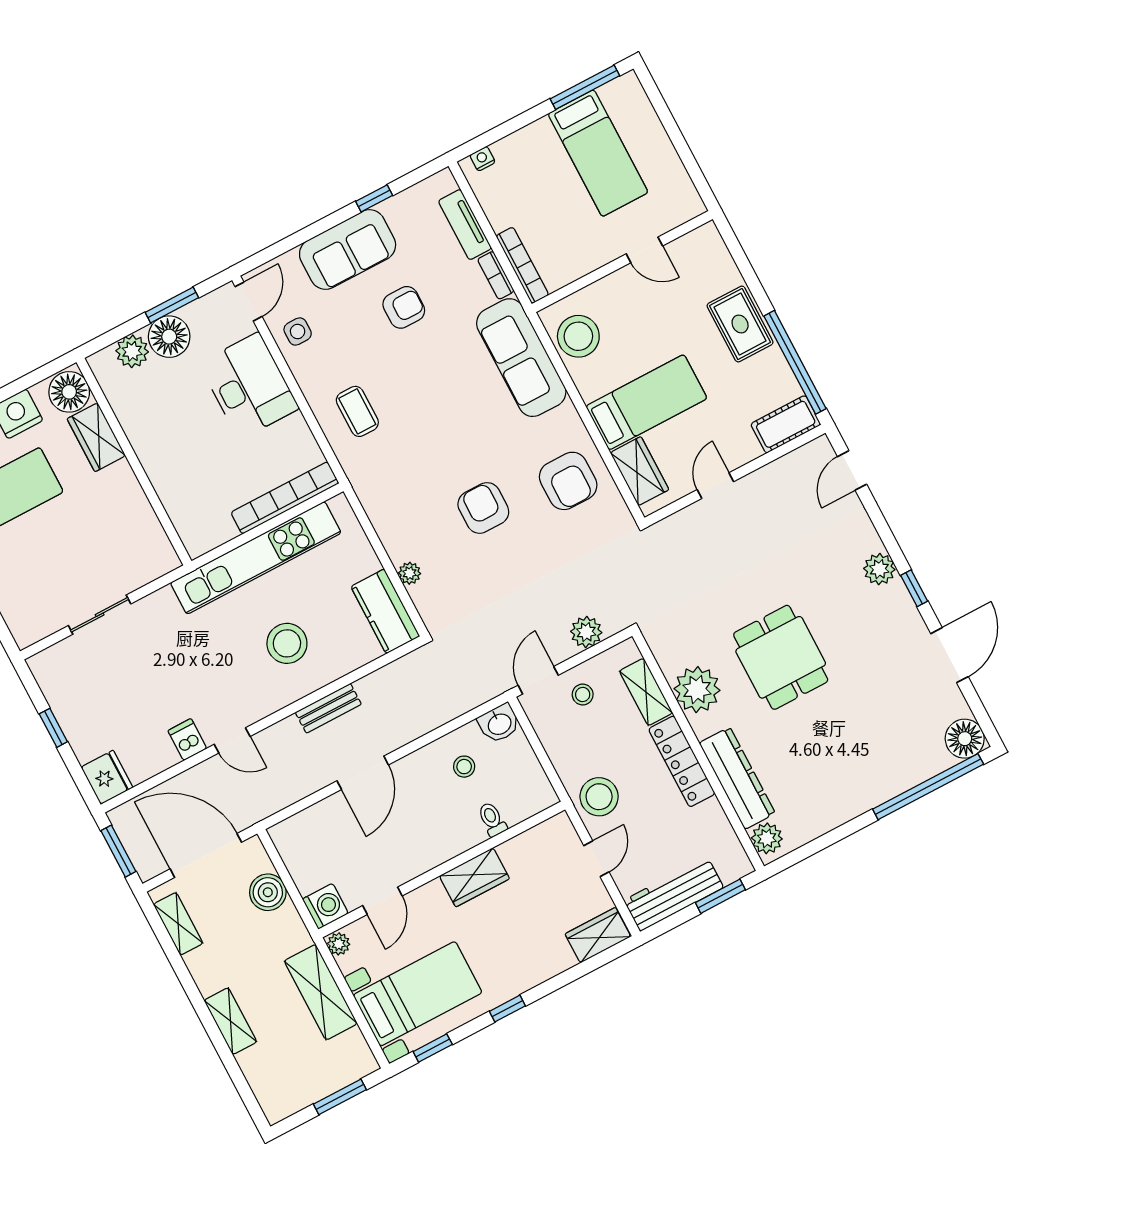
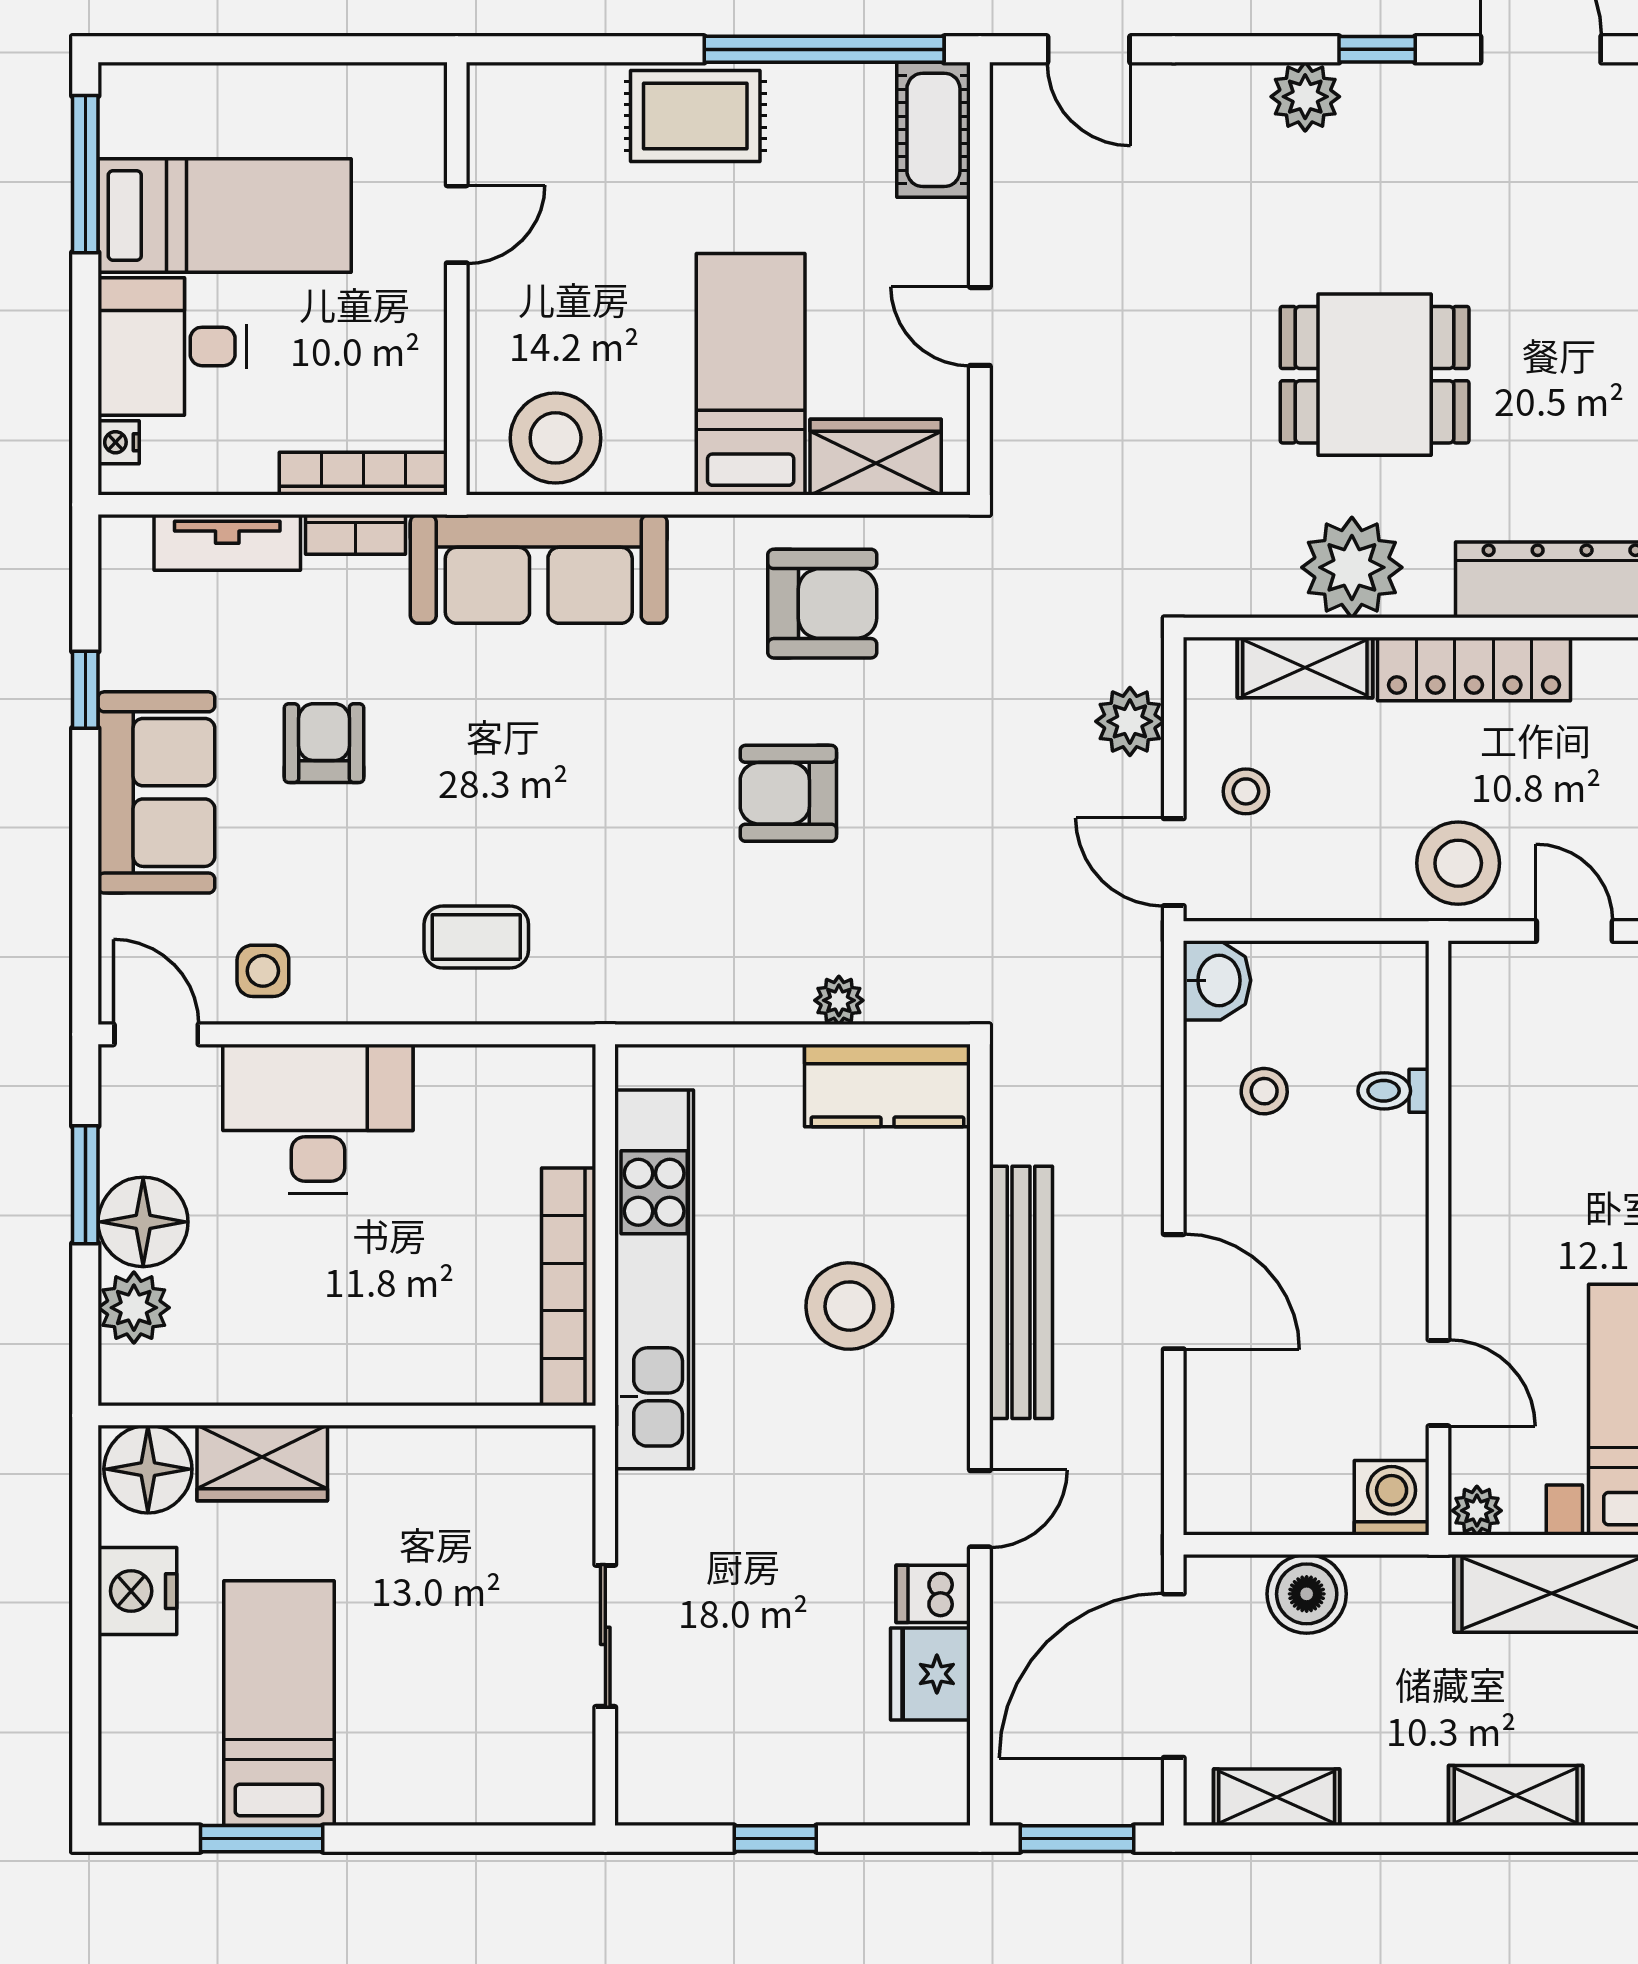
desk: (533, 160) -> (172, 346), added
bookcase: (285, 498) -> (569, 1287), moved
bench: (328, 708) -> (1021, 1292), width x1.86, depth x1.21
fridge: (107, 777) -> (930, 1674), moved, turned -90
wardrobe: (474, 877) -> (1487, 1183), removed

